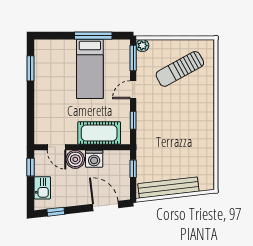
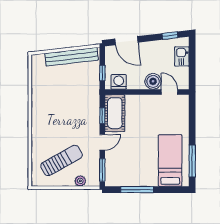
plant: (142, 46) -> (80, 181), moved
window: (30, 68) -> (192, 161), width x1.44
bed: (90, 69) -> (170, 160), moved
cot: (99, 133) -> (115, 113), moved, turned 90
washing machine: (94, 159) -> (119, 82), moved
window: (30, 167) -> (192, 75), removed

